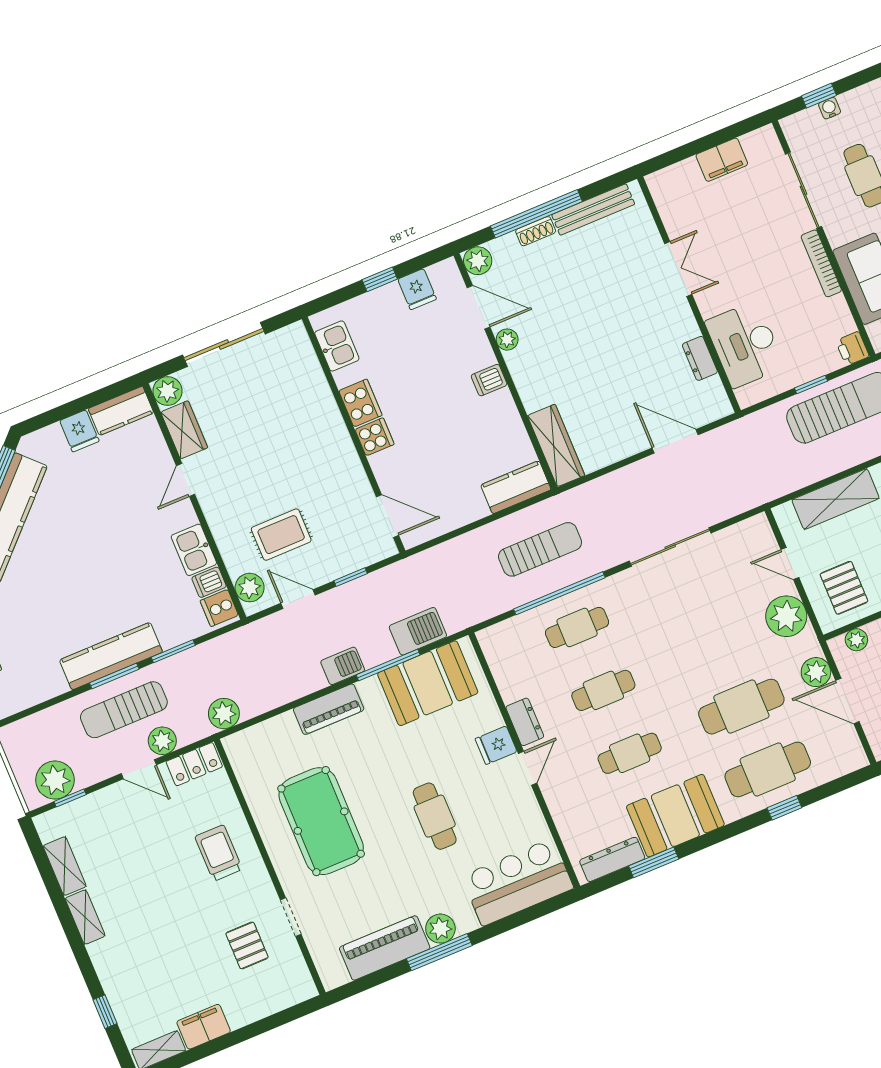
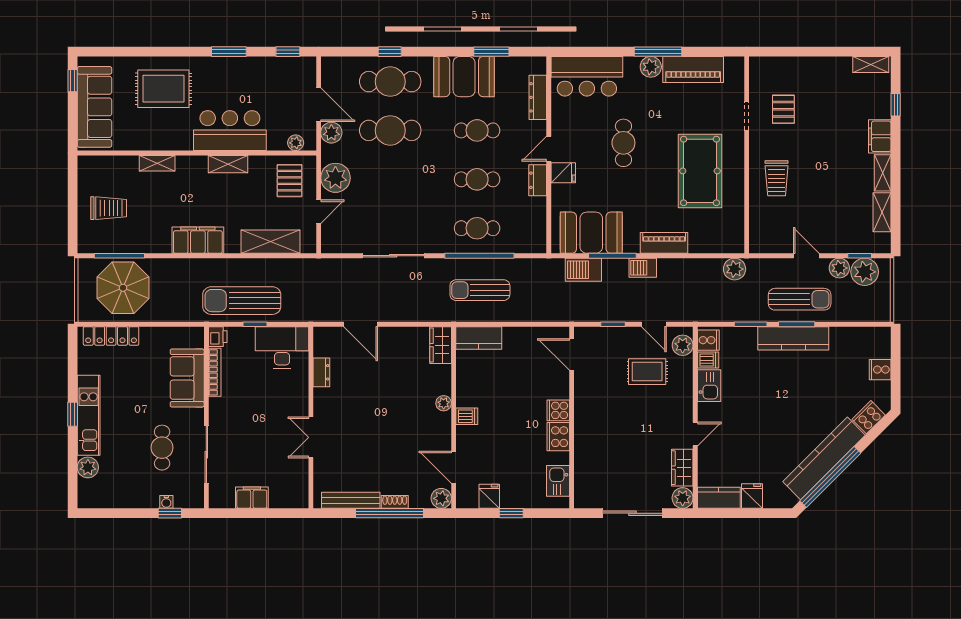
bookcase: (821, 263) -> (215, 372), moved
plant: (507, 340) -> (444, 403), moved
desk: (745, 344) -> (282, 347), moved, turned -90
wardrobe: (556, 446) -> (441, 345), width x0.67
door: (790, 563) -> (319, 212), hinge flipped
plant: (162, 741) -> (839, 268), moved
locker: (194, 764) -> (768, 244), removed
dresser: (612, 859) -> (538, 97), moved, turned 90
filing cabinet: (204, 1027) -> (880, 136), moved, turned 90

